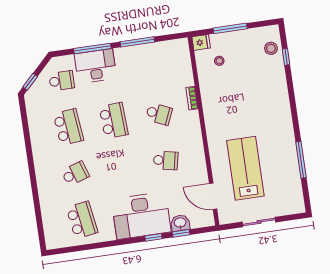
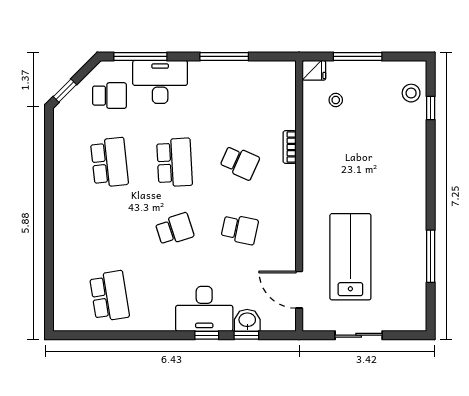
window: (92, 48) -> (140, 56), moved
school desk: (75, 174) -> (175, 229), moved
desk: (141, 216) -> (204, 309), width x0.73, depth x0.77

